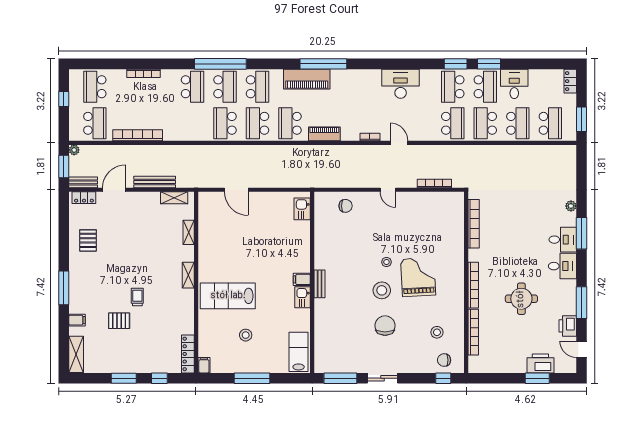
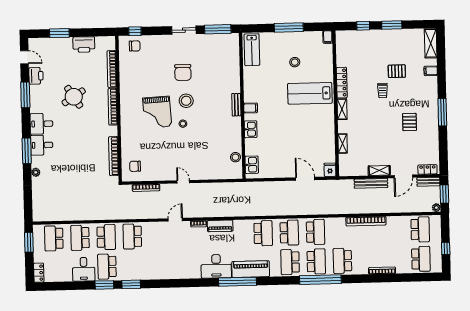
desk: (401, 84) -> (216, 266), moved
school desk: (225, 87) -> (316, 261), turned 180
school desk: (453, 87) -> (133, 266), removed
school desk: (95, 123) -> (420, 229), turned 180
piano: (324, 134) -> (220, 226), moved
bookcase: (138, 135) -> (366, 221), moved
door: (399, 143) -> (175, 220), swing flipped
shelving: (174, 198) -> (379, 170), moved
fridge: (205, 200) -> (330, 170), added
chair: (346, 206) -> (135, 166), moved
pallet: (88, 240) -> (410, 122), moved
window: (64, 288) -> (442, 112), moved
lab bench: (228, 296) -> (310, 93), turned 180
kitchen sink: (303, 297) -> (251, 129), moved
round table: (521, 299) -> (74, 97), turned -33
stool: (437, 332) -> (235, 157), moved
locker: (188, 354) -> (342, 83), moved
printer: (540, 363) -> (84, 44), moved

